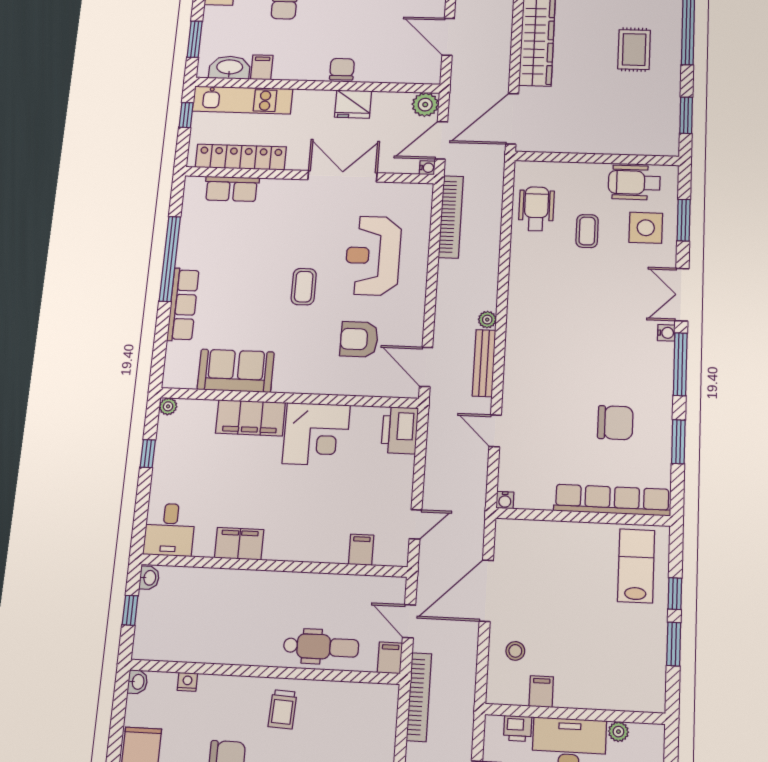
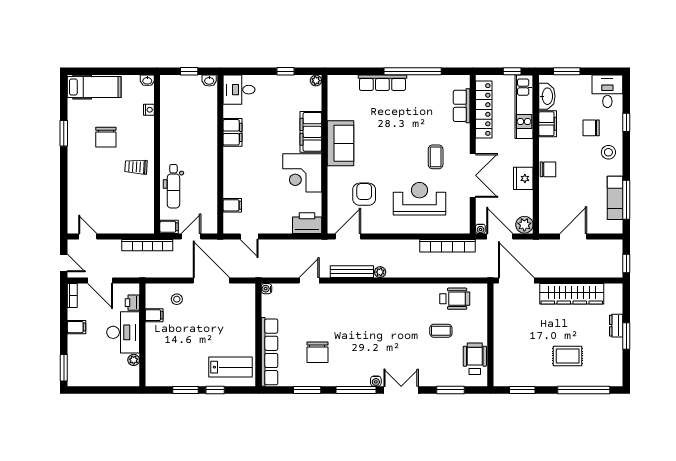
filing cabinet: (262, 67) -> (548, 124), width x2.00
side table: (646, 228) -> (444, 367), removed
coffee table: (304, 287) -> (436, 157), moved, turned 90
sofa: (236, 371) -> (341, 143), moved

